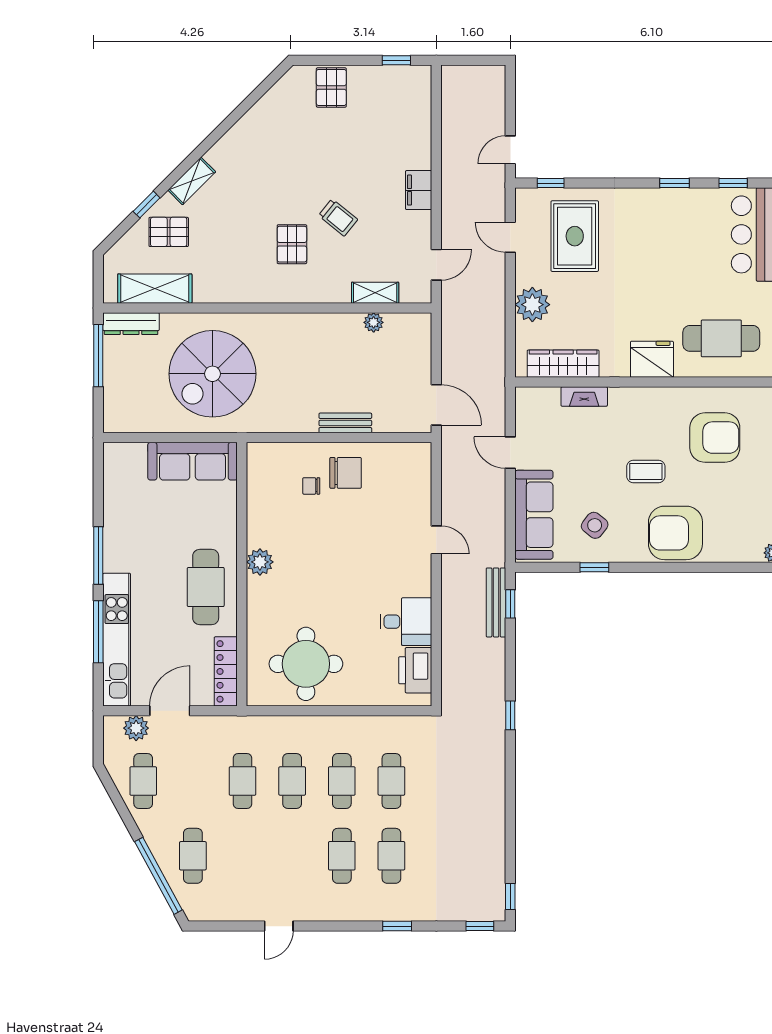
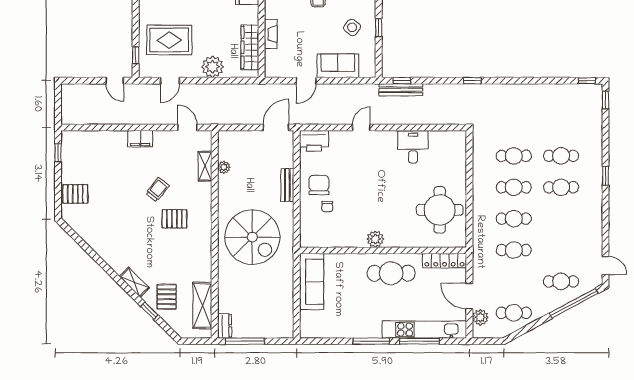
dresser: (131, 324) -> (225, 326), width x0.70
spiral stairs: (212, 374) -> (252, 237), moved
sofa: (534, 515) -> (338, 66), width x0.73
printer: (415, 670) -> (314, 141), moved
door: (279, 926) -> (605, 265), moved
window: (397, 926) -> (605, 176), moved

